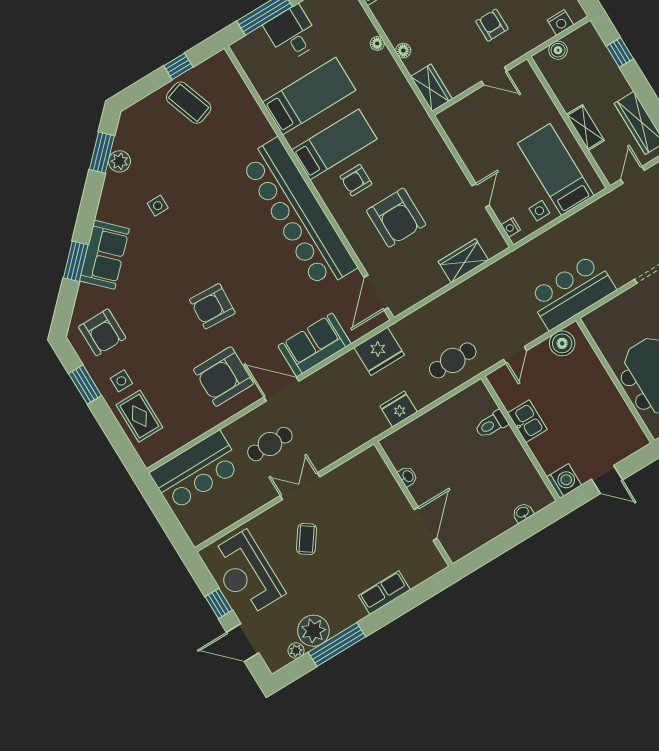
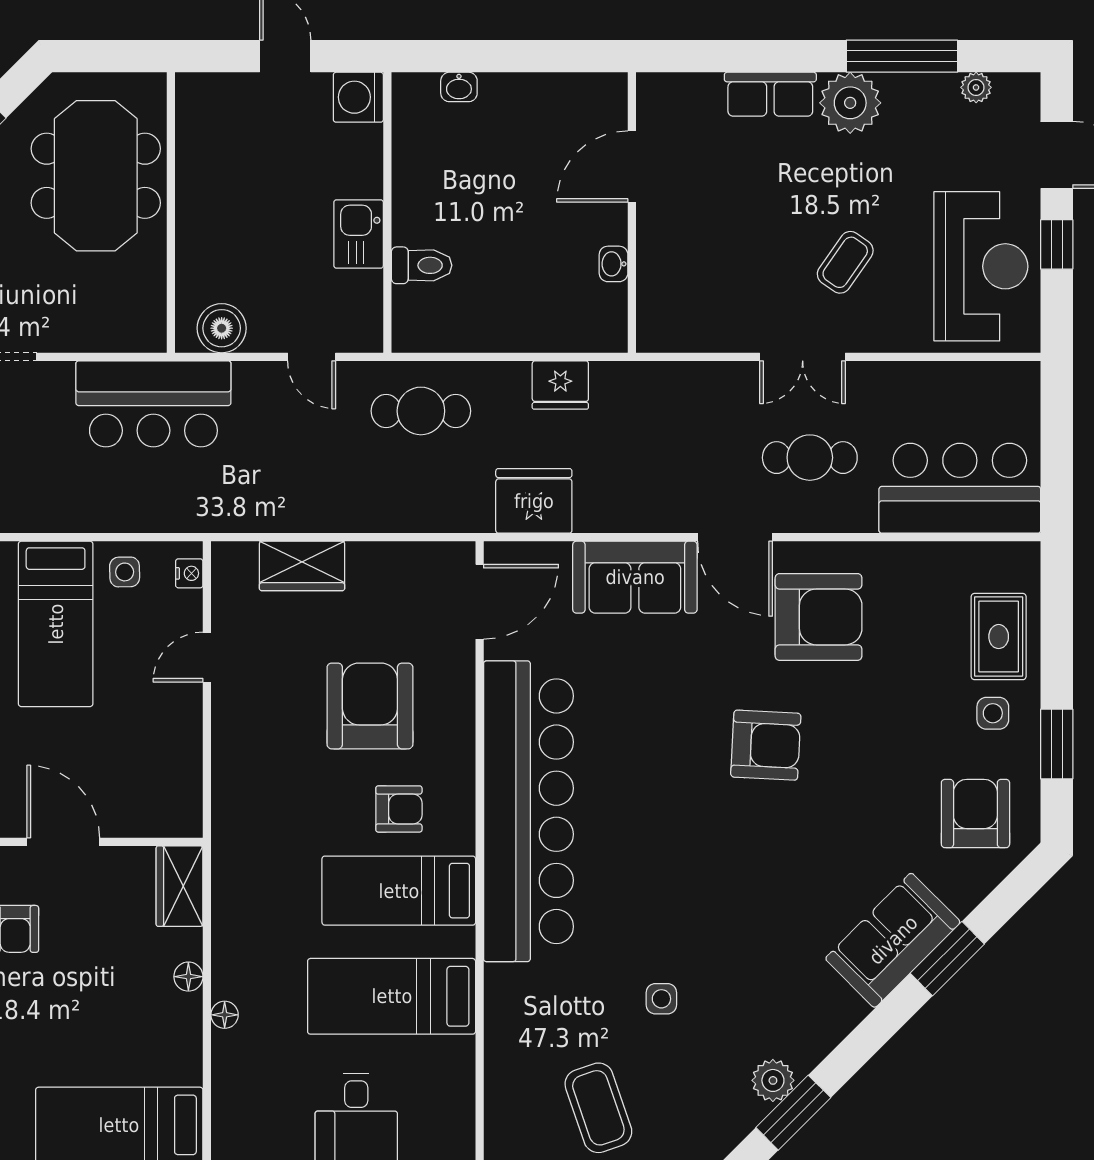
door: (494, 76) -> (63, 842), width x1.37
side table: (158, 206) -> (661, 999), moved
door: (515, 355) -> (312, 357), swing flipped
plant: (313, 631) -> (850, 103), moved

